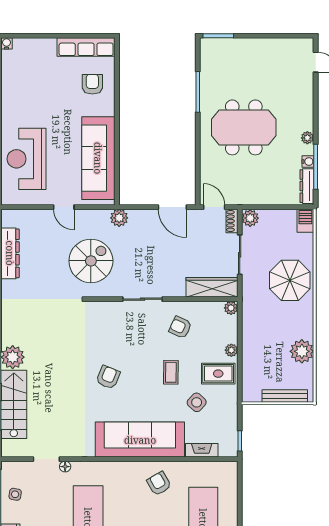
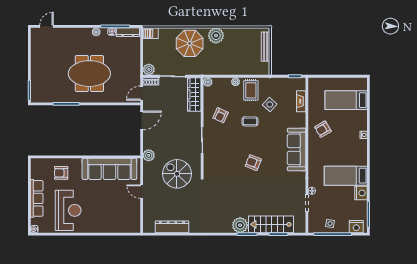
row of seats: (86, 47) -> (37, 198), moved
meeting table: (244, 127) -> (89, 74), turned 90
reception desk: (27, 159) -> (68, 210), moved, turned -90
door: (64, 207) -> (142, 192), swing flipped
plant: (302, 351) -> (216, 36), moved
sofa: (140, 440) -> (297, 149), width x0.74, depth x0.79

